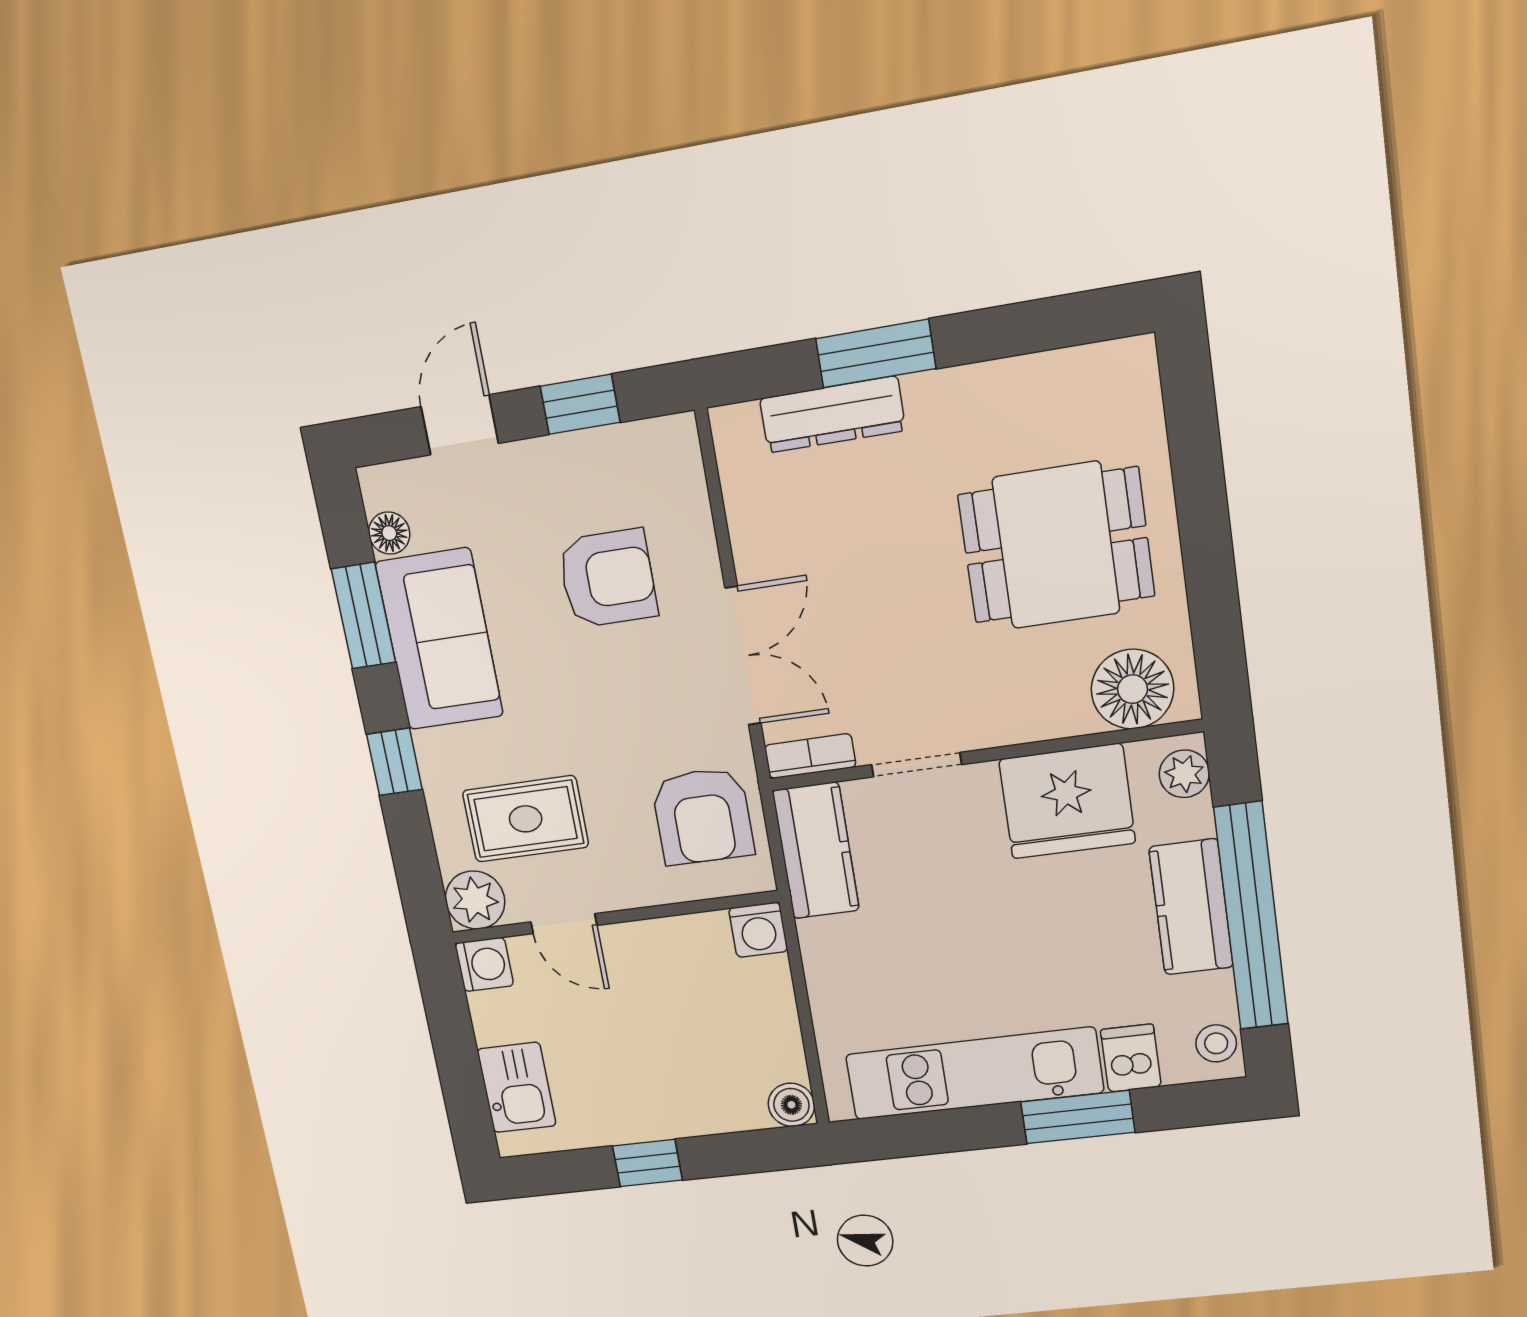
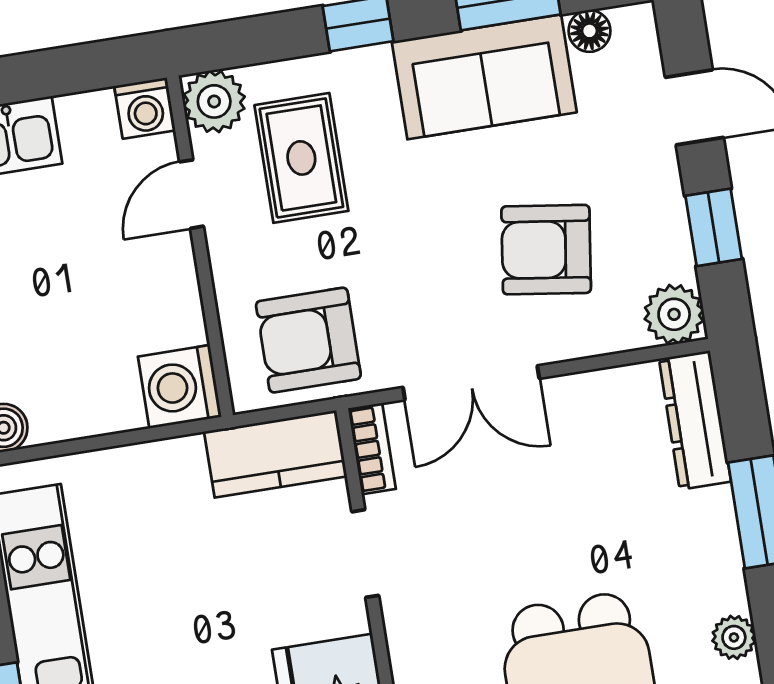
plant: (1010, 380) -> (734, 637), added
dresser: (832, 415) -> (695, 420), moved
plant: (670, 446) -> (674, 314), added
armchair: (608, 578) -> (546, 250), turned 98
washing machine: (758, 930) -> (180, 387), width x1.38, depth x1.38

